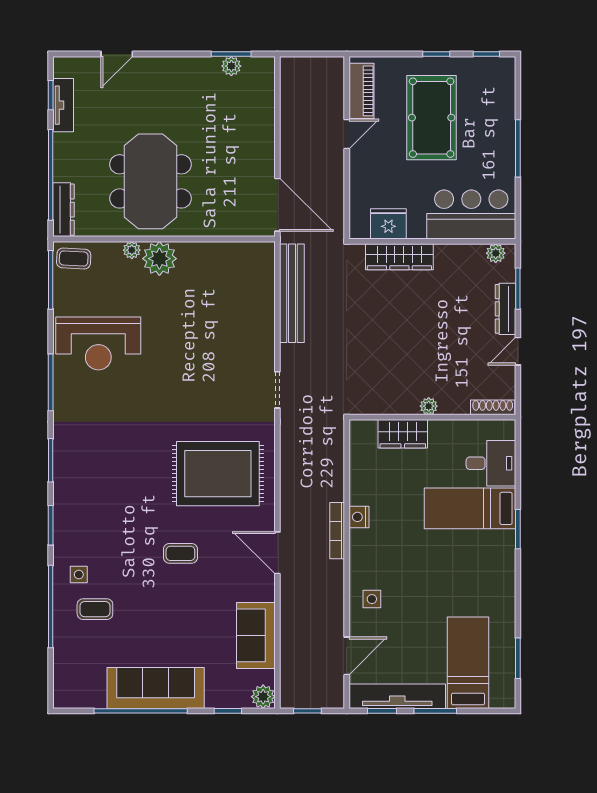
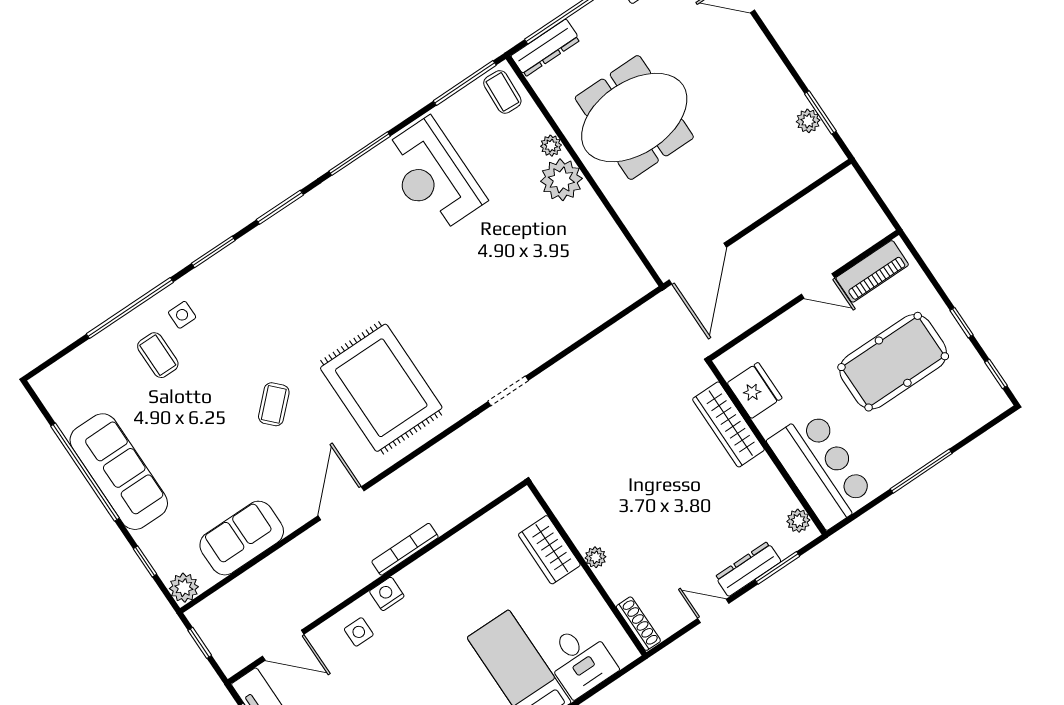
bench: (292, 293) -> (617, 339), removed
nightstand: (359, 517) -> (387, 594), moved
coffee table: (180, 553) -> (274, 404), turned 46

